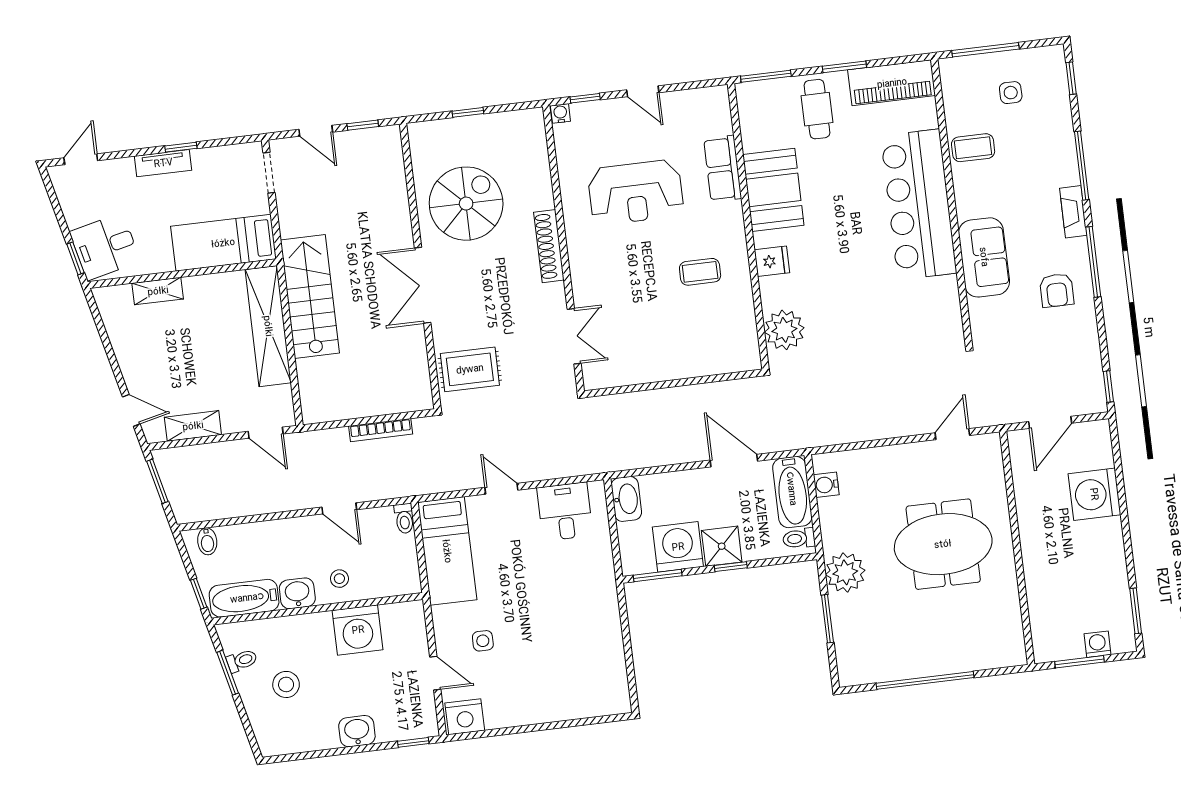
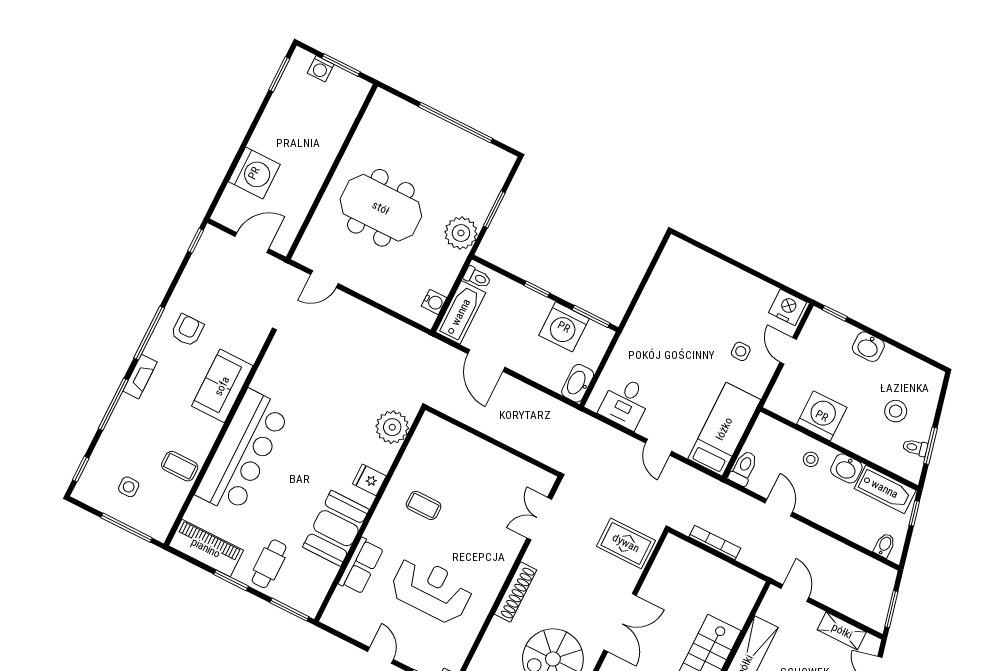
toilet: (404, 518) -> (743, 468), width x1.37, depth x1.39
shower: (722, 546) -> (534, 307), removed

